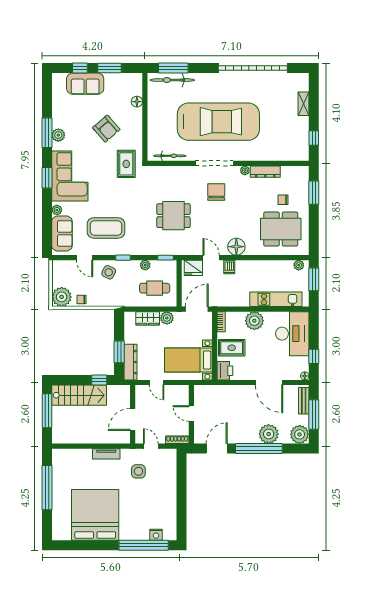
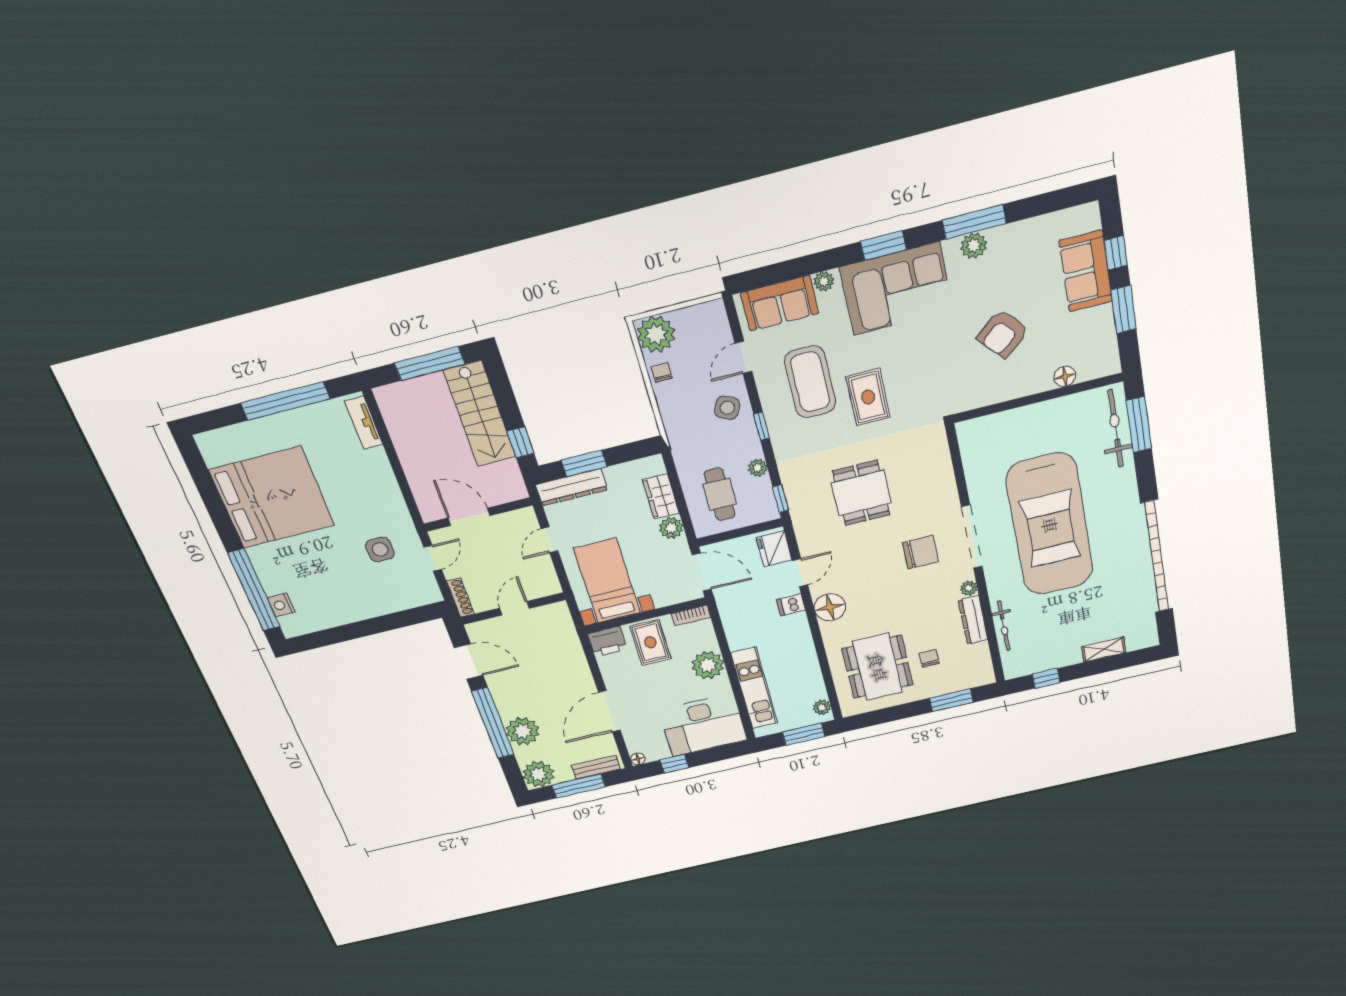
bicycle: (170, 156) -> (1004, 626), moved
rug: (126, 164) -> (868, 397), moved, turned 90
tv unit: (106, 454) -> (364, 423), moved

